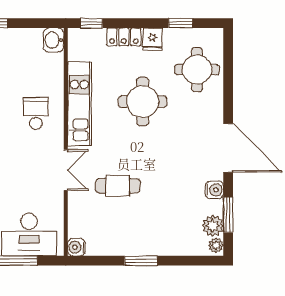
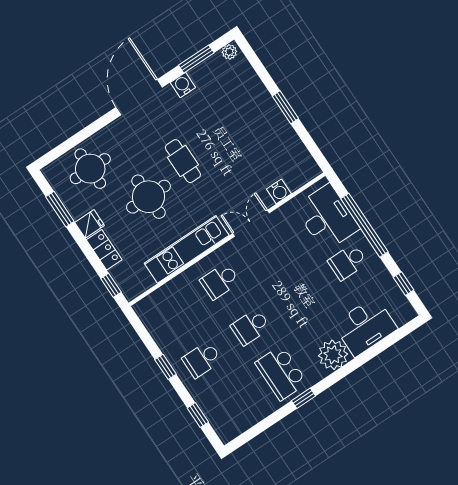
window: (181, 23) -> (60, 209), width x1.50
washbasin: (53, 40) -> (147, 308), removed
cafe table: (118, 186) -> (183, 161), moved
plant: (213, 226) -> (215, 66), removed
water cooler: (76, 247) -> (279, 191), moved

